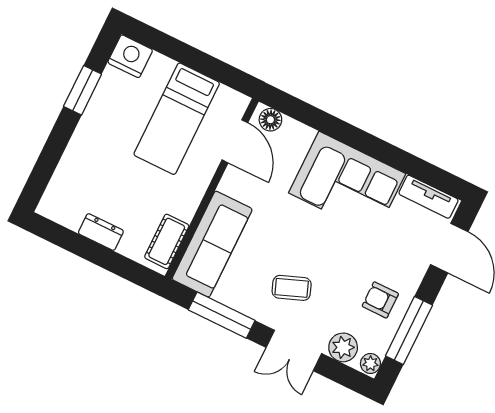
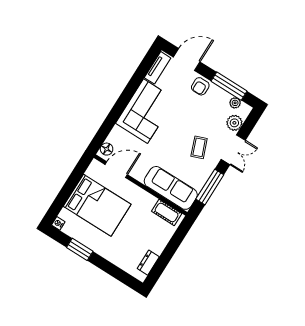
nightstand: (130, 56) -> (58, 223), width x0.53, depth x0.56
bed: (177, 119) -> (97, 205), width x1.50
dresser: (101, 232) -> (148, 263), moved
armchair: (380, 300) -> (200, 86), moved
plant: (370, 364) -> (235, 103), moved

